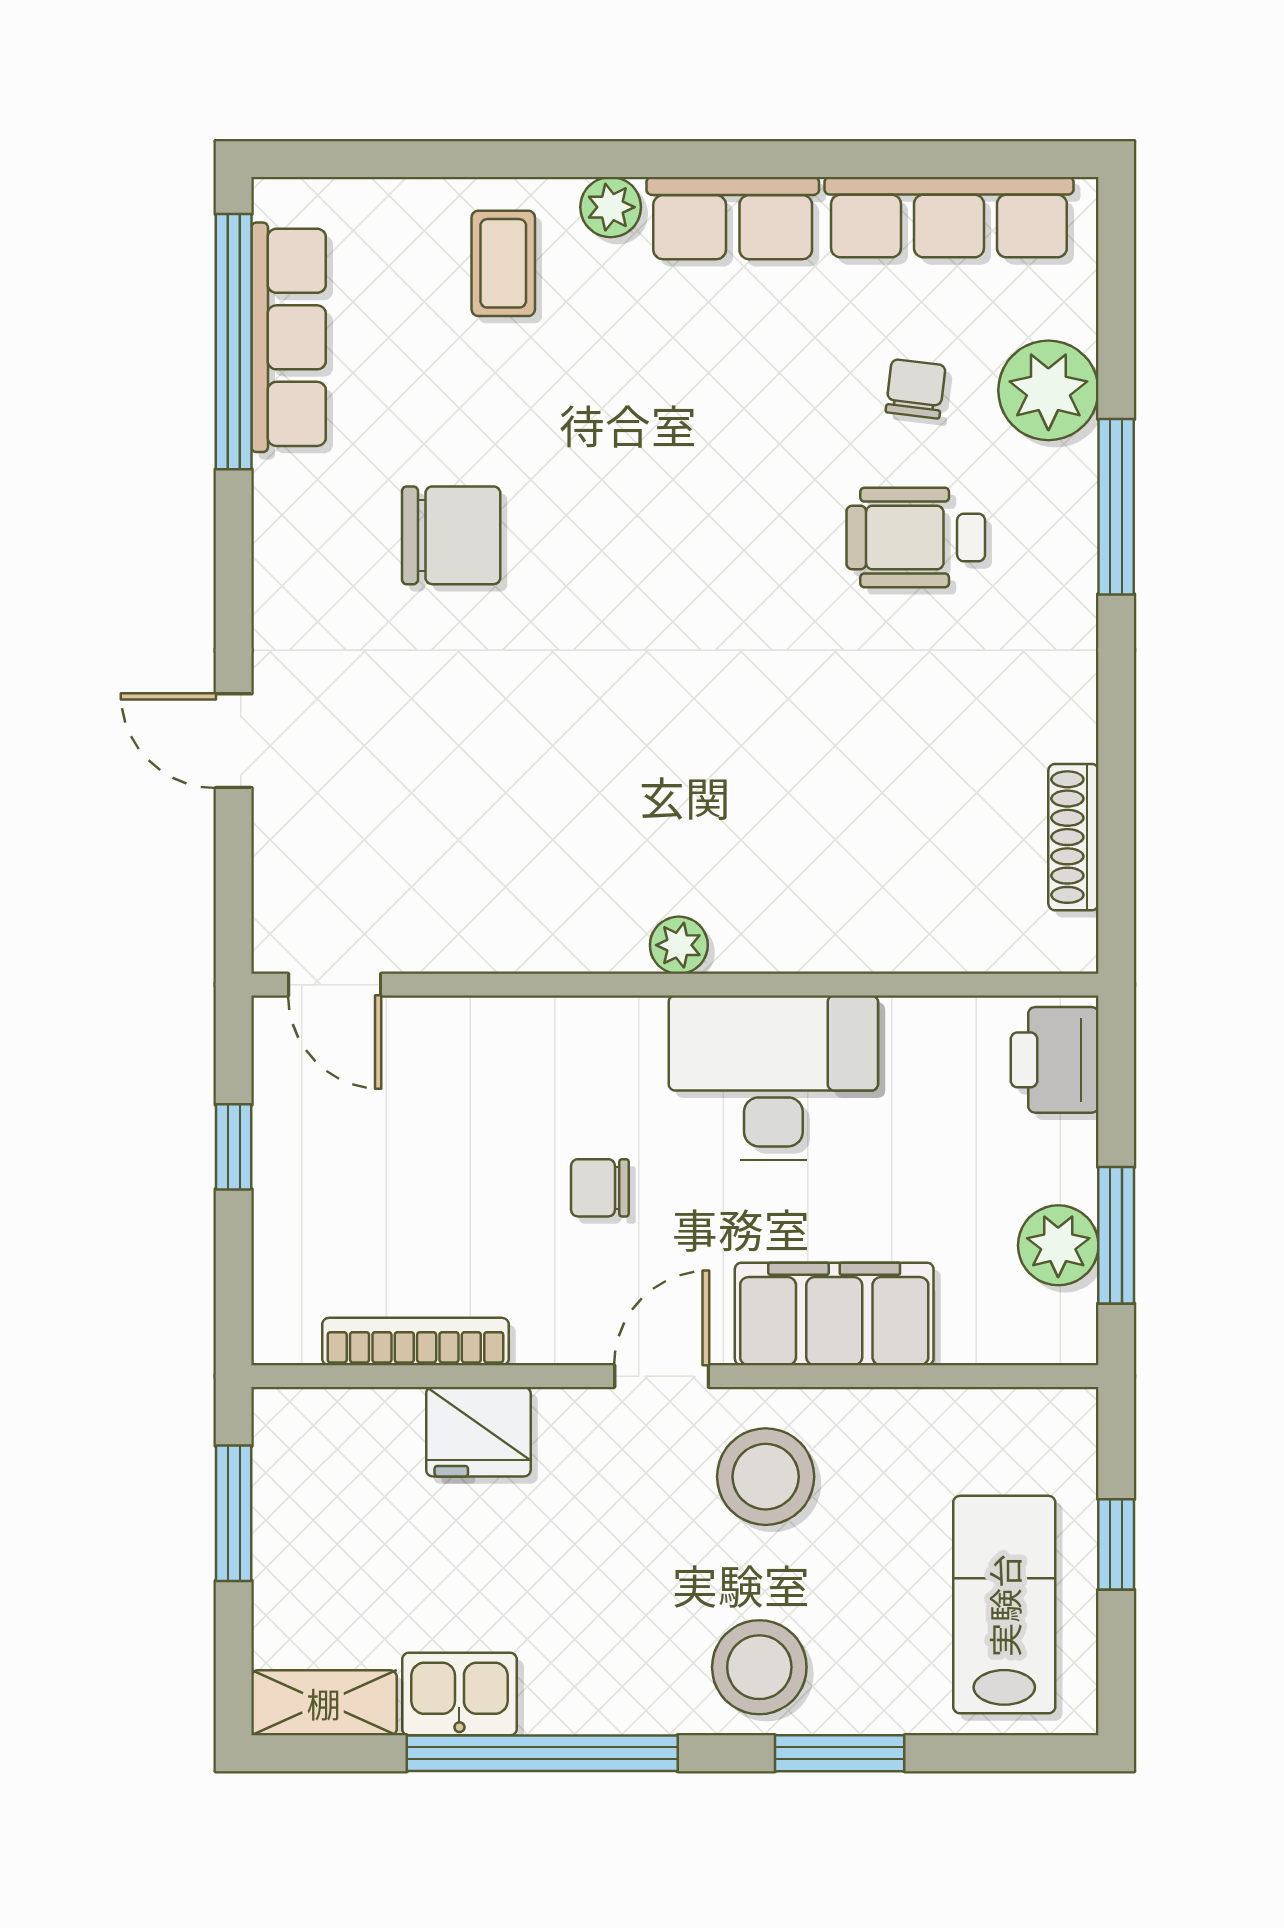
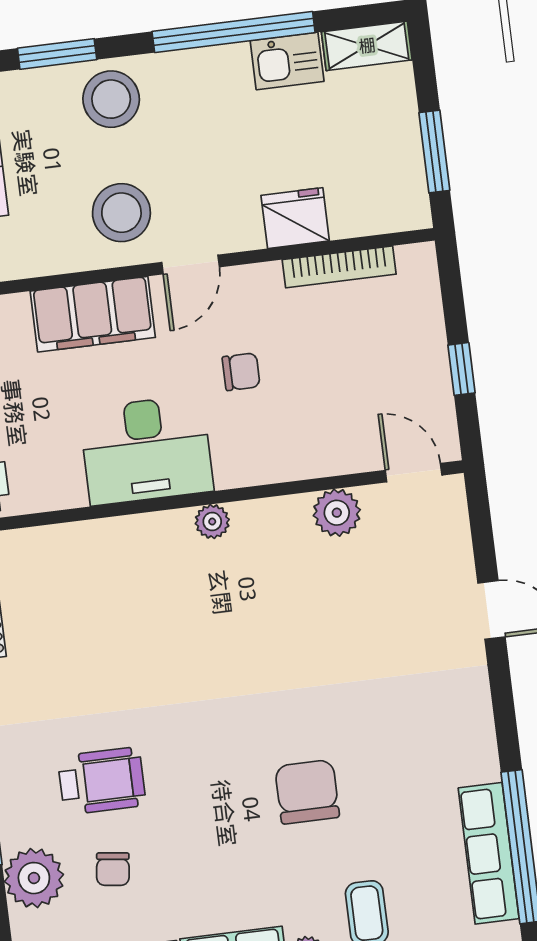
chair: (451, 535) -> (307, 792), moved, turned 90
plant: (470, 934) -> (337, 513), added

